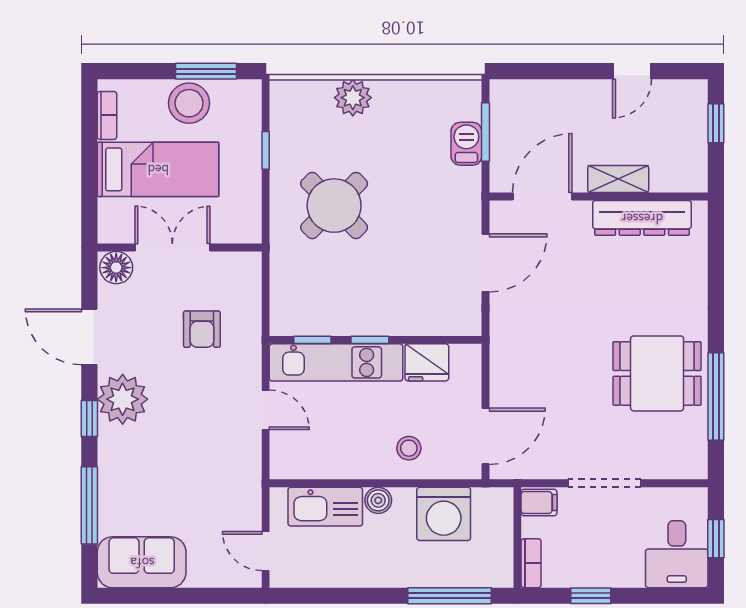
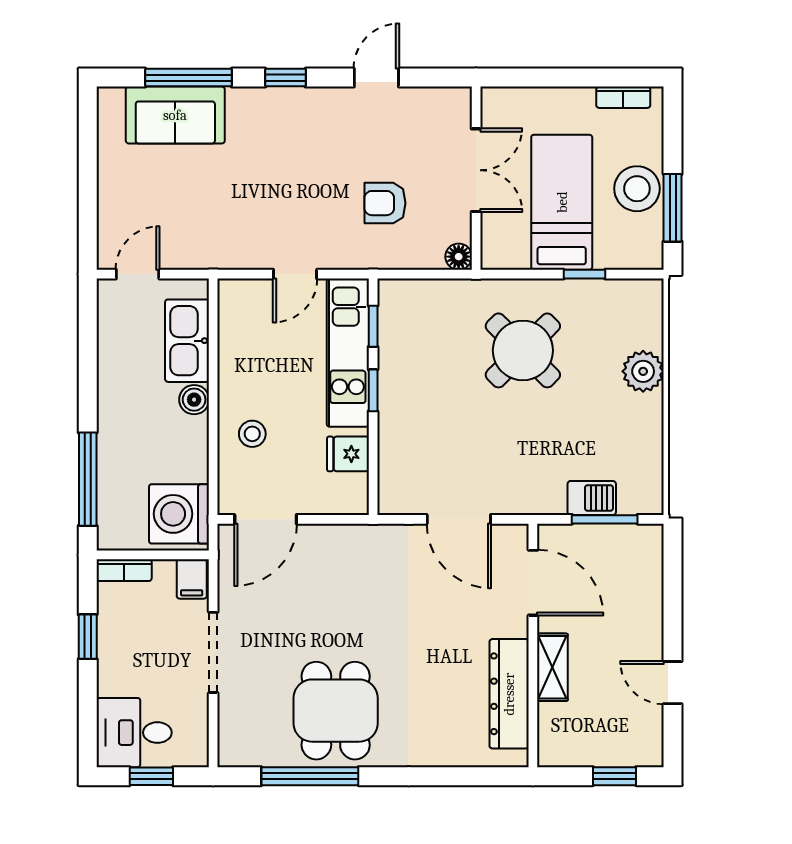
bed: (158, 169) -> (562, 202), moved, turned 180
floor lamp: (116, 268) -> (459, 257), moved, width x0.73, depth x0.73
door: (89, 337) -> (376, 78), width x0.73
fridge: (427, 362) -> (348, 454), width x0.72
plant: (123, 399) -> (307, 115), removed
door: (486, 436) -> (266, 519), hinge flipped
washing machine: (444, 514) -> (179, 514), moved
sofa: (142, 562) -> (175, 115), moved, turned 90

